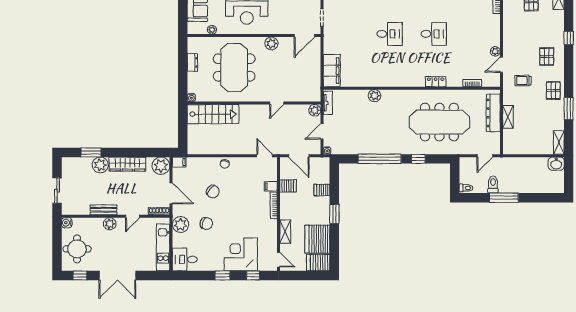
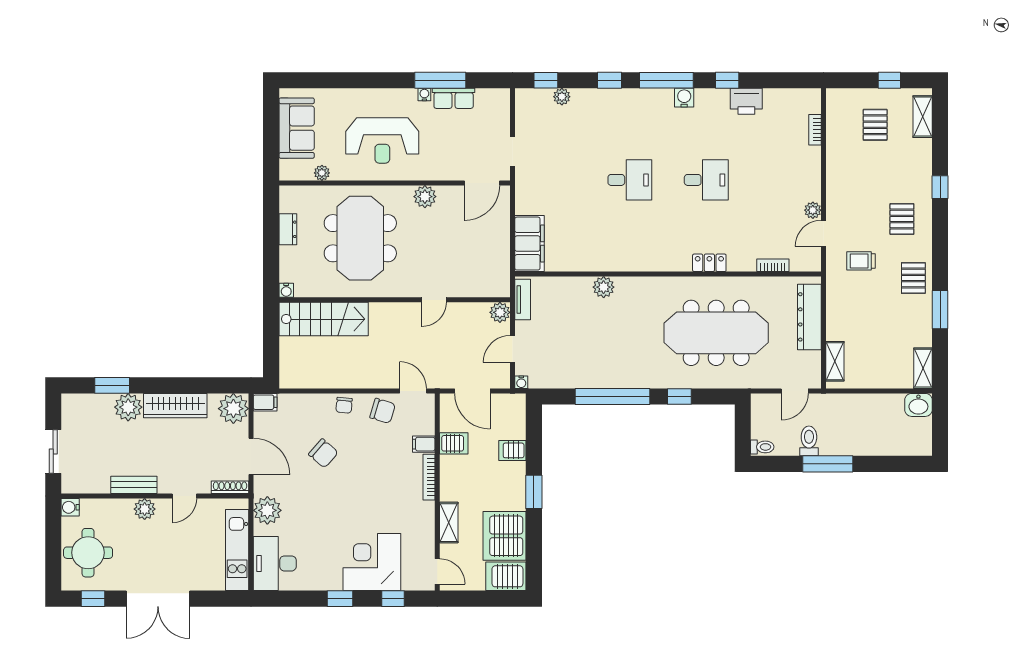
shelving: (508, 117) -> (835, 361), moved
chair: (206, 224) -> (383, 411), moved
desk: (185, 259) -> (275, 563), width x1.37

